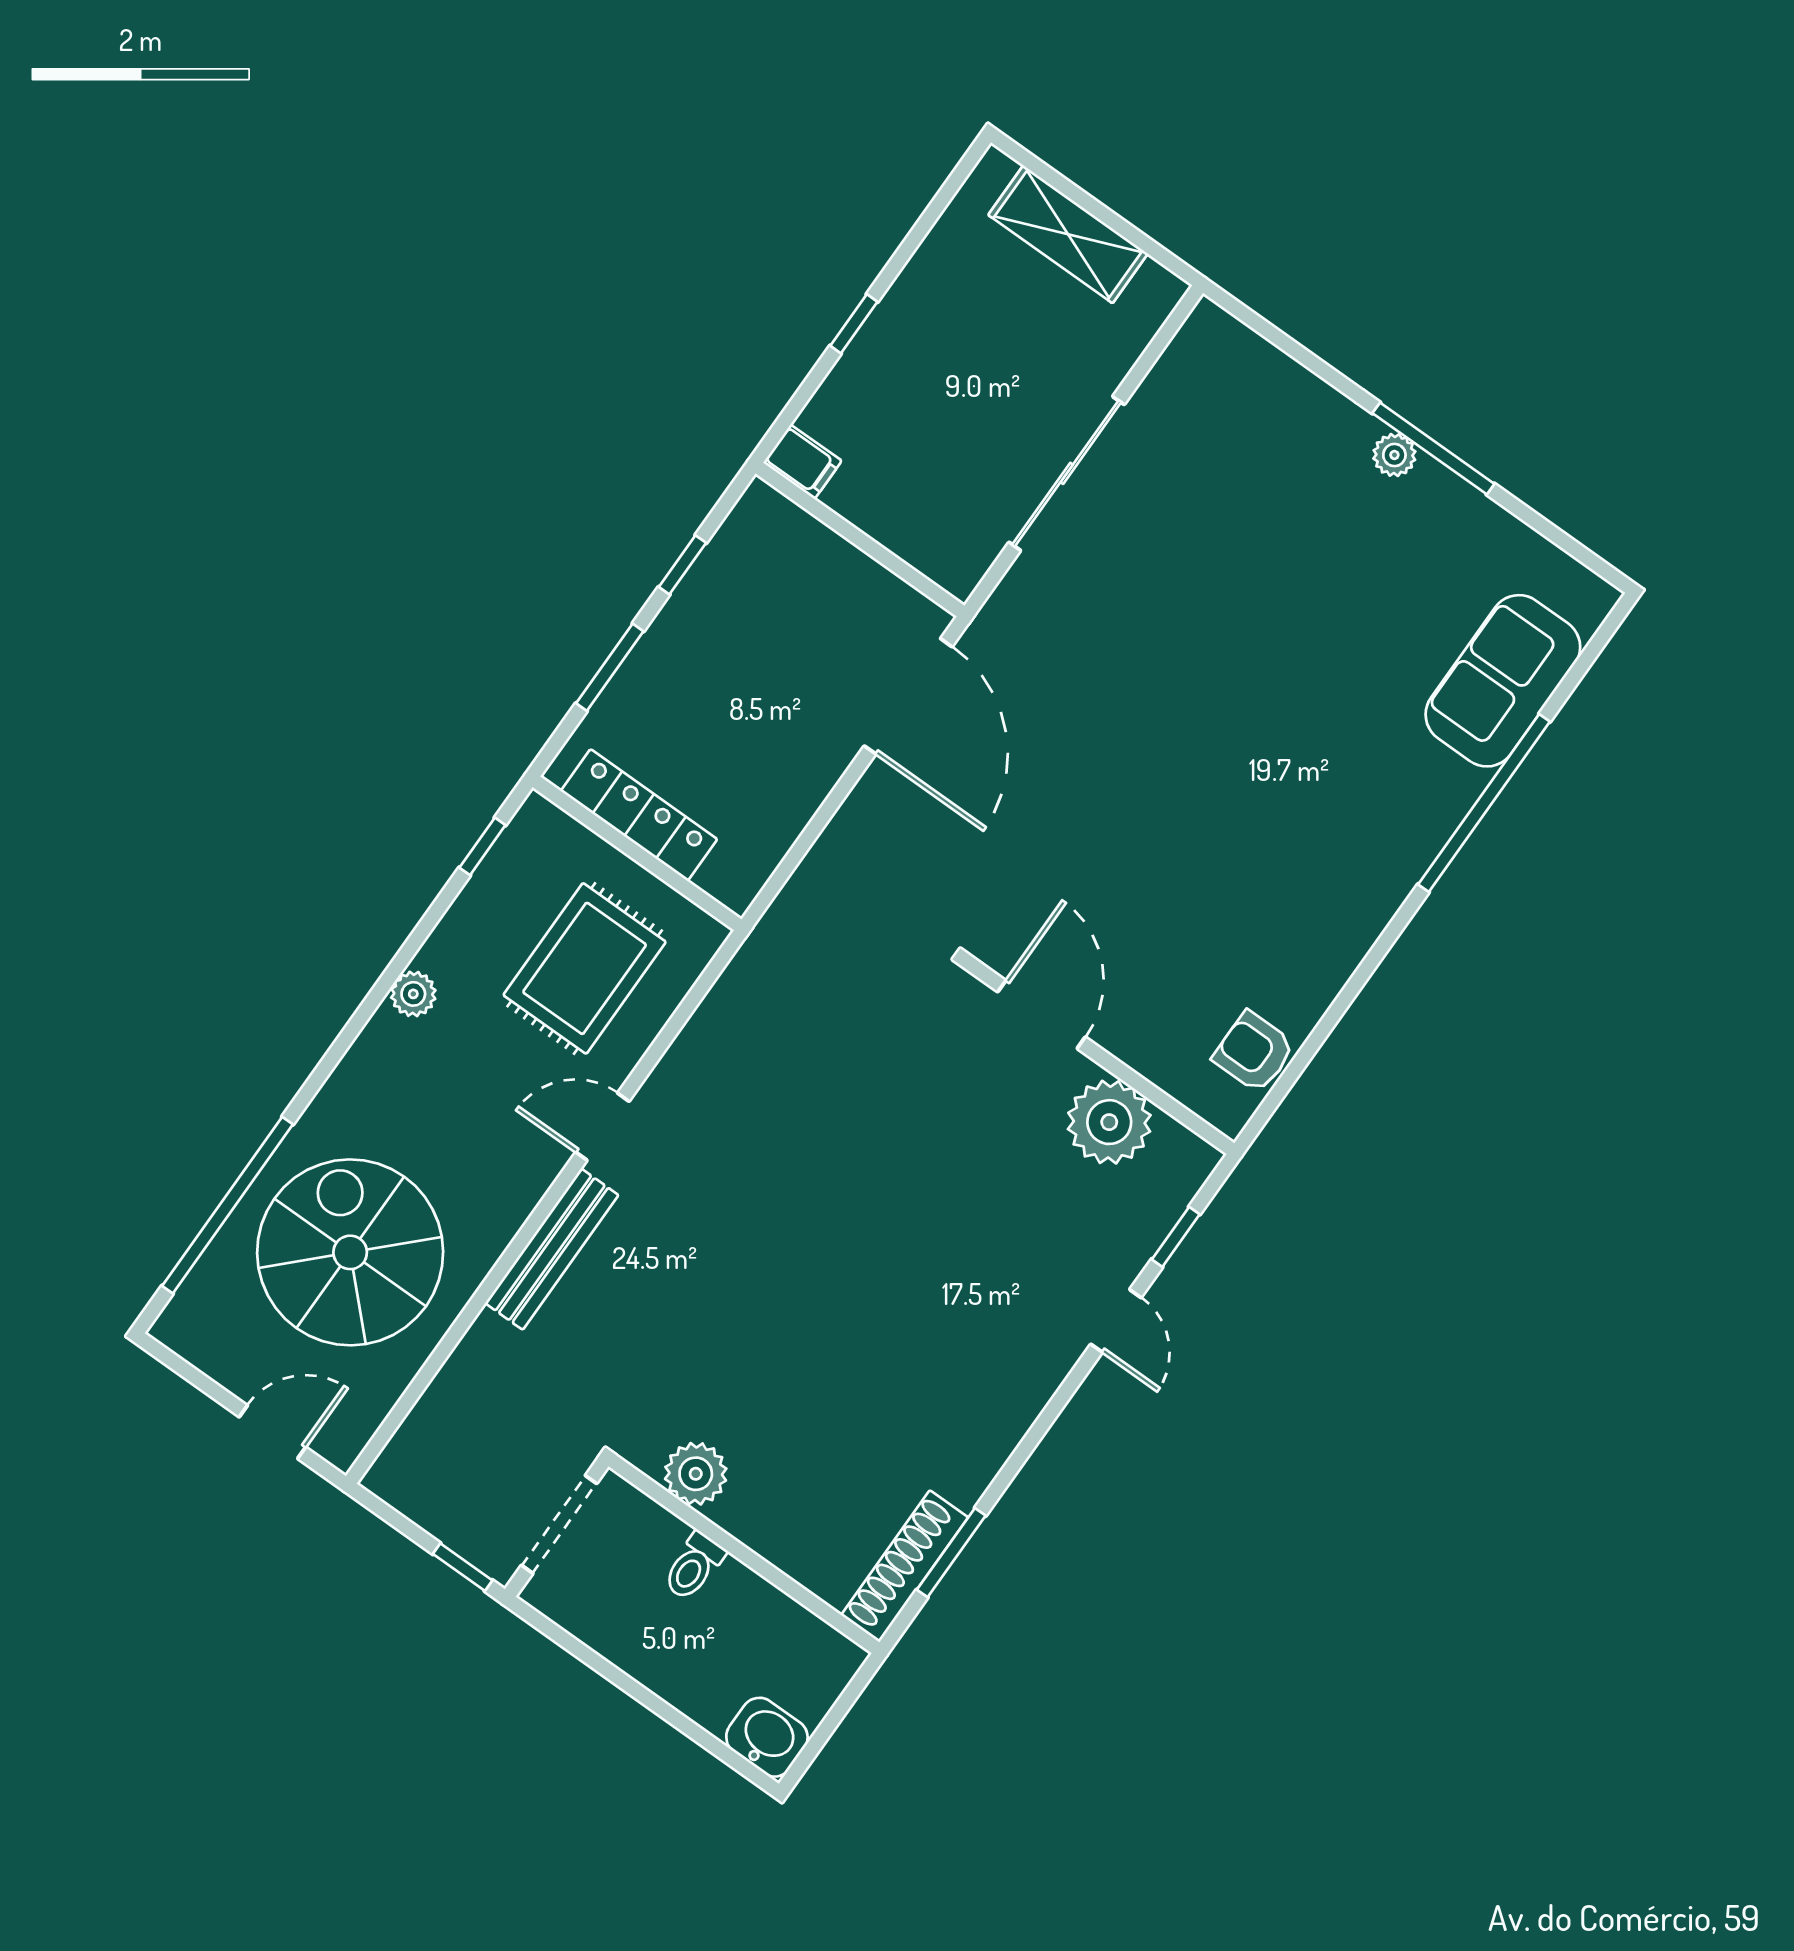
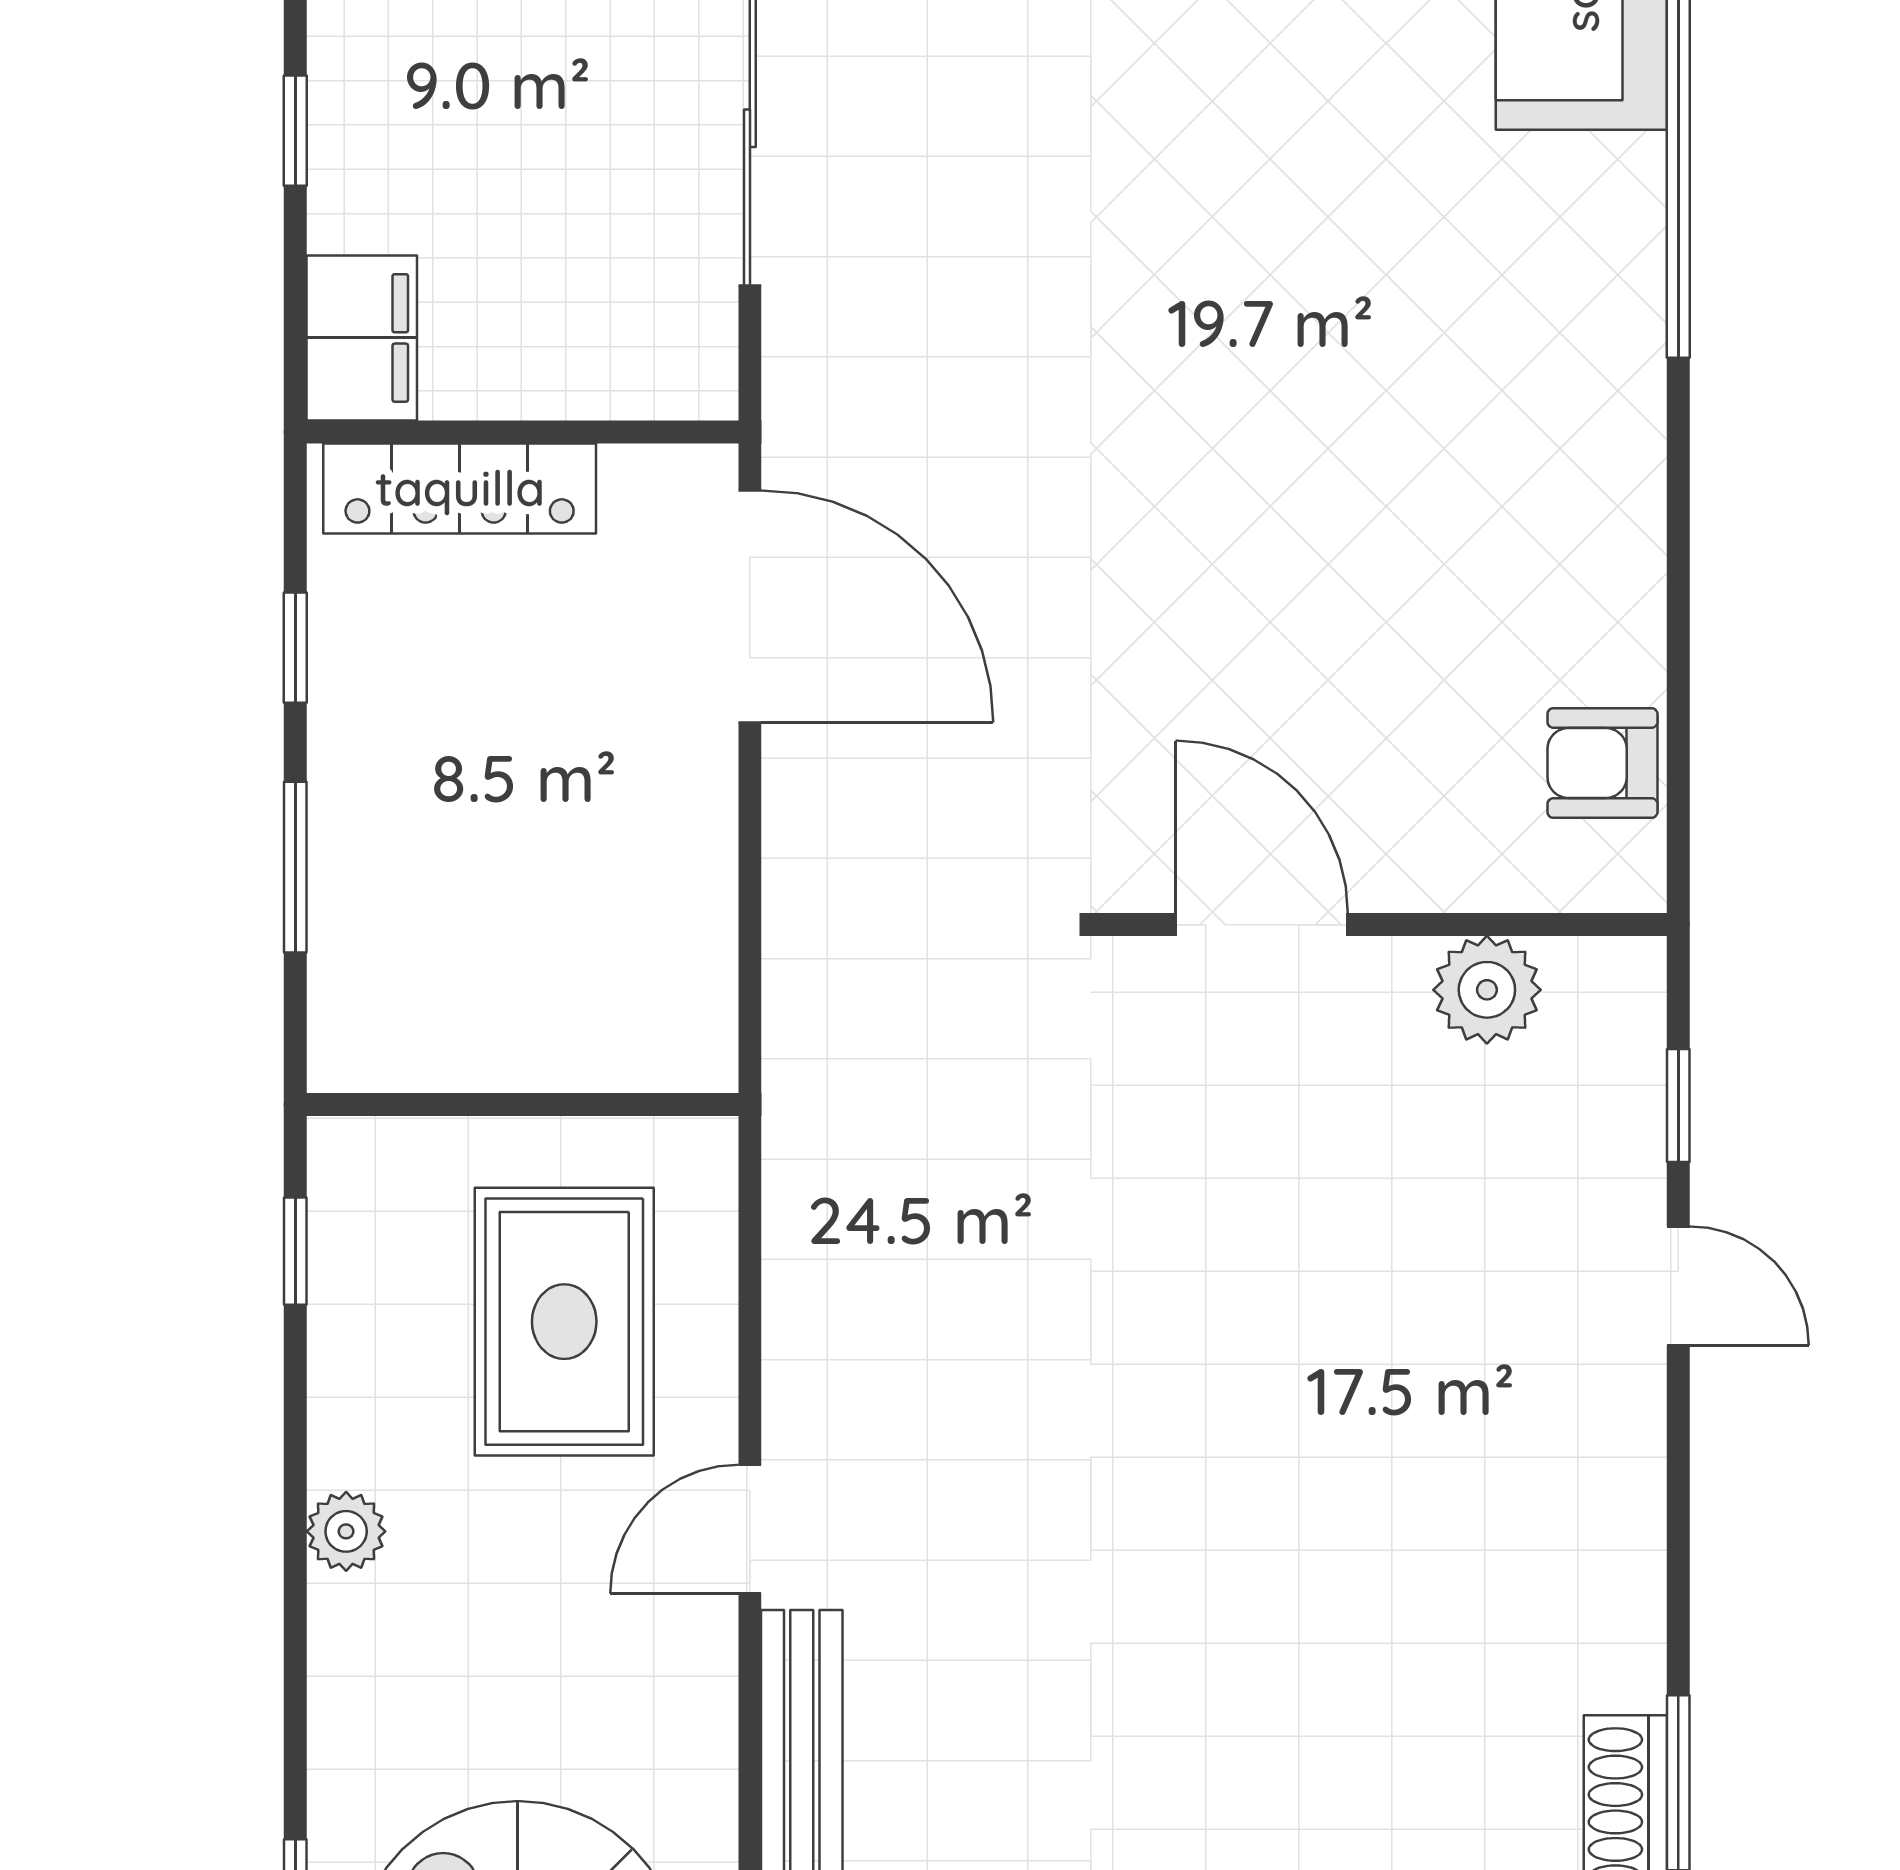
filing cabinet: (802, 462) -> (362, 338), width x2.00
locker: (639, 815) -> (460, 488), moved, turned 180
plant: (1109, 1122) -> (1487, 990), width x0.73, depth x0.73

